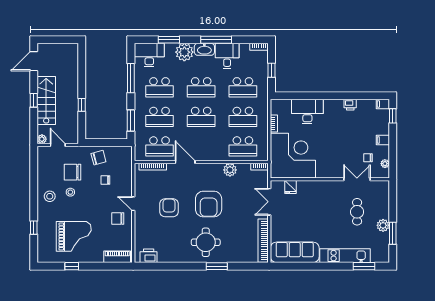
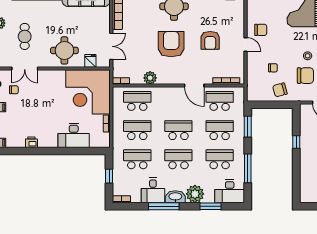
round table: (317, 198) -> (64, 50), added

